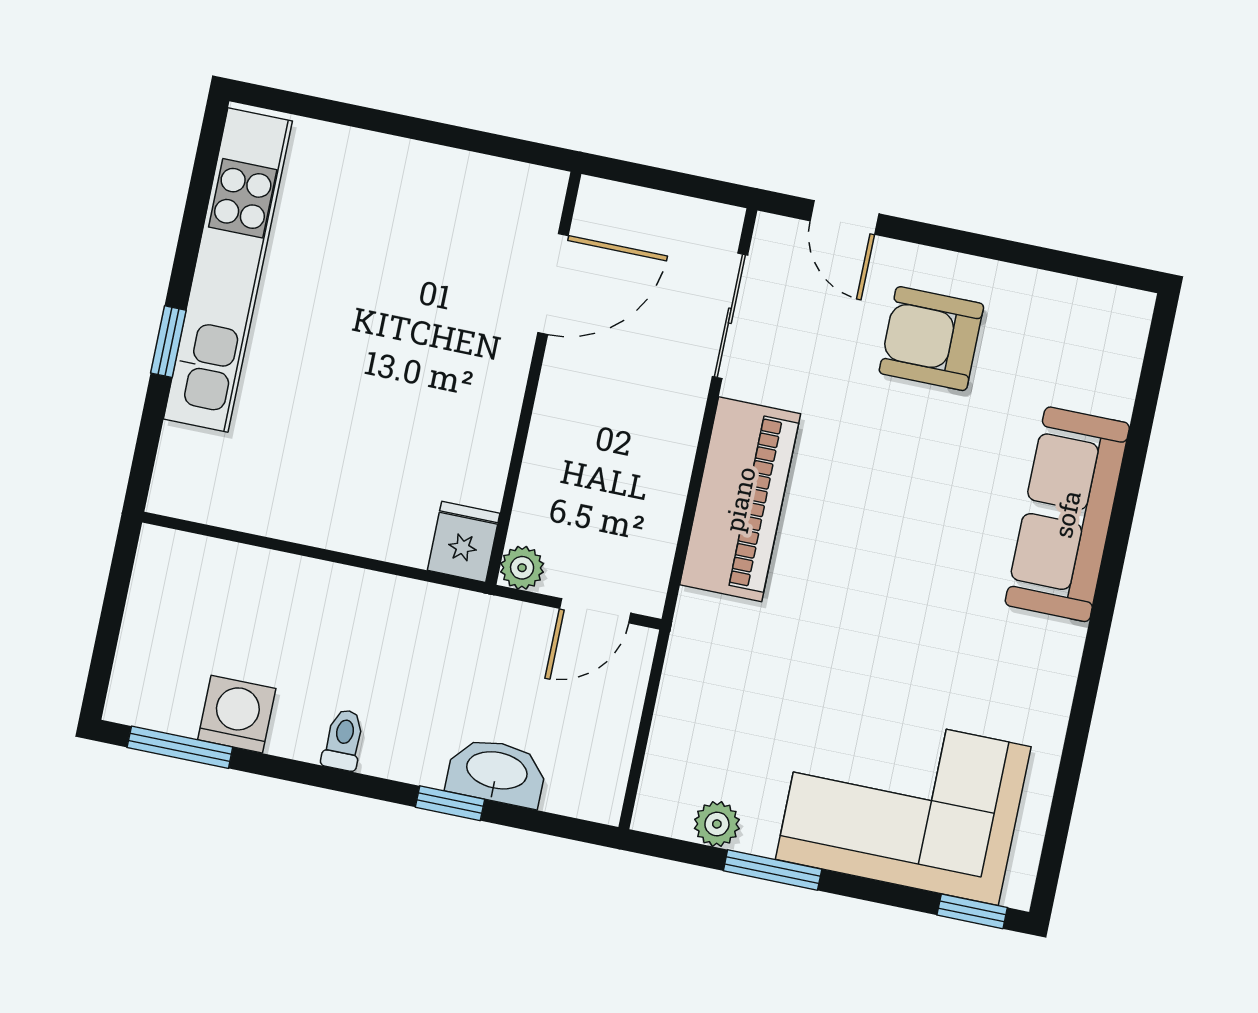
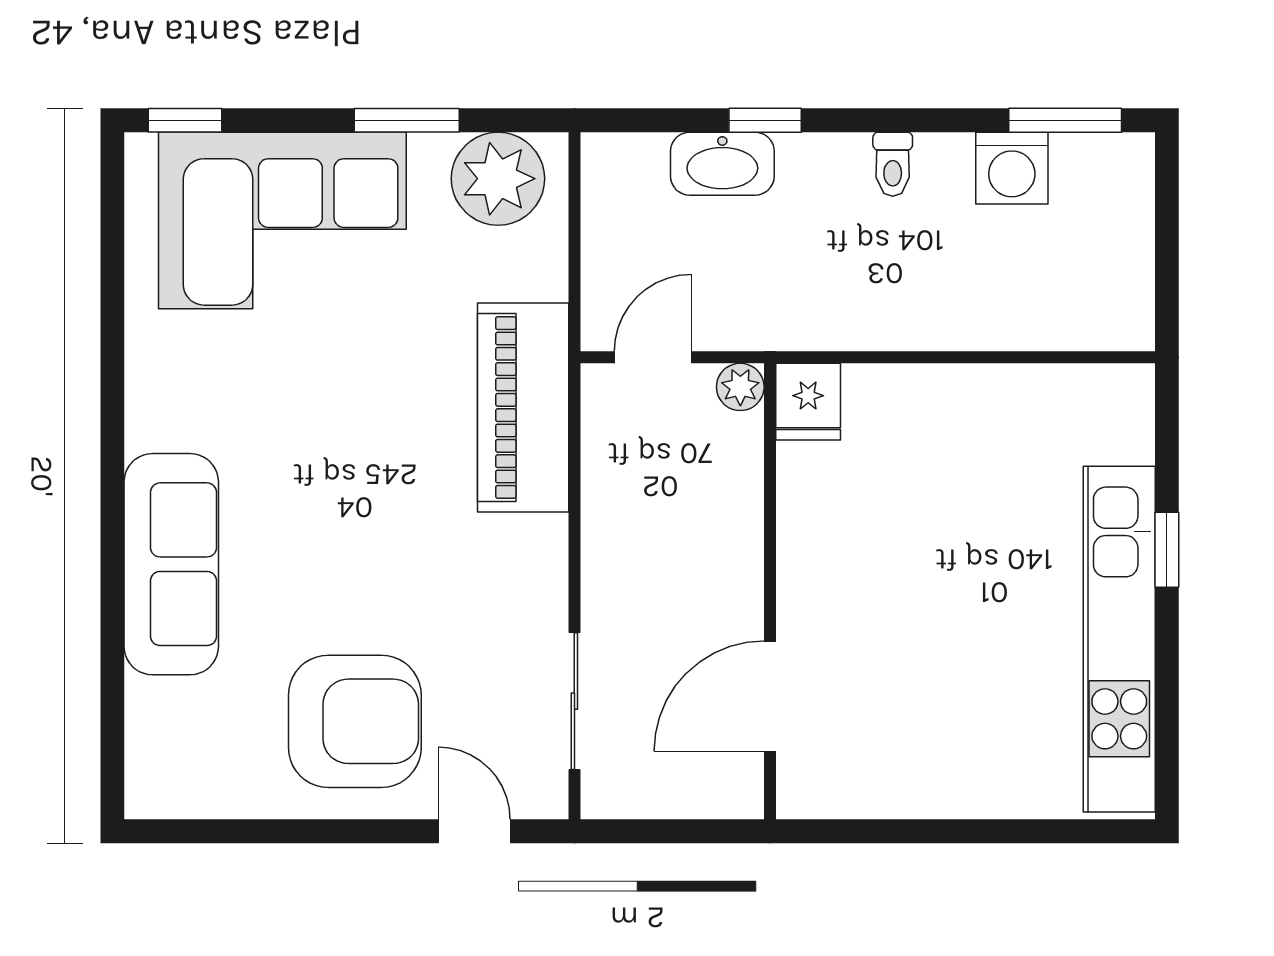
armchair: (931, 339) -> (355, 721), width x1.36, depth x1.36
piano: (740, 499) -> (523, 407), moved
plant: (717, 824) -> (498, 179), width x1.87, depth x1.87

